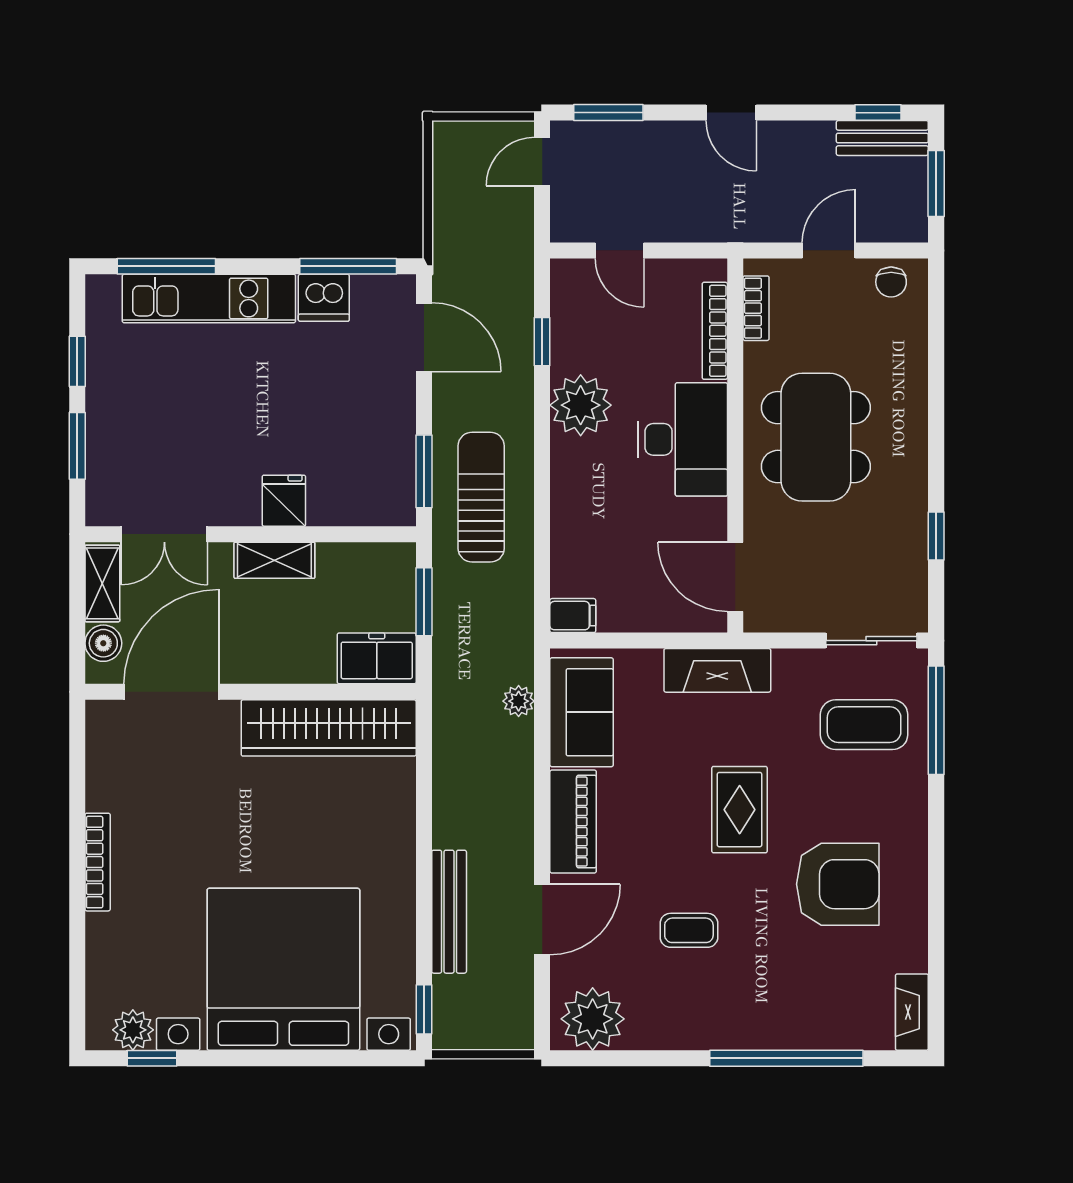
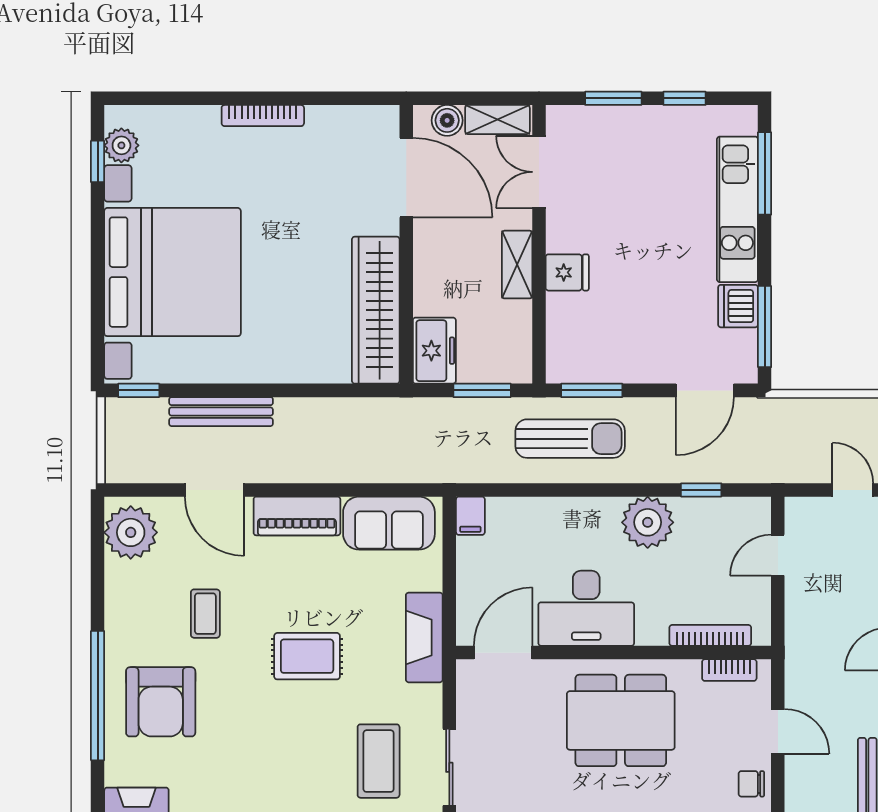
desk: (683, 439) -> (586, 608), moved
plant: (519, 701) -> (398, 470), removed
armchair: (838, 884) -> (161, 702), moved

